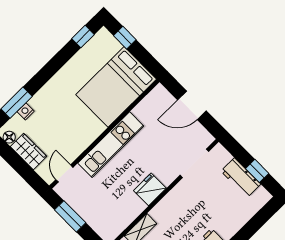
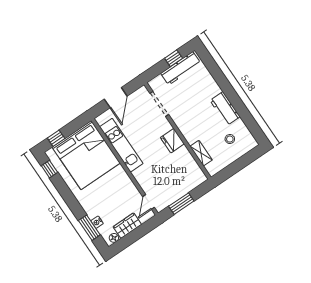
bed: (116, 87) -> (86, 155), width x1.36
kitchen unit: (111, 145) -> (121, 145), moved
door: (64, 173) -> (149, 202), hinge flipped
workbench: (241, 178) -> (181, 68), width x1.37

